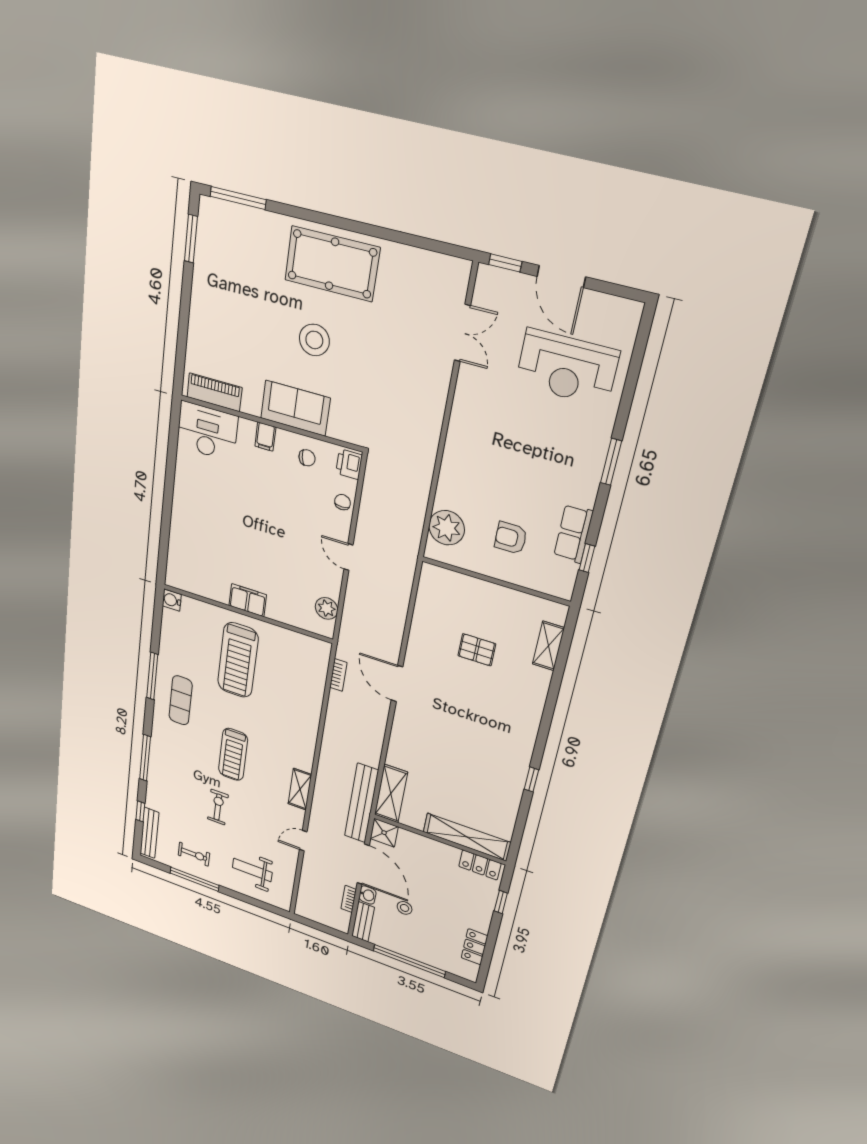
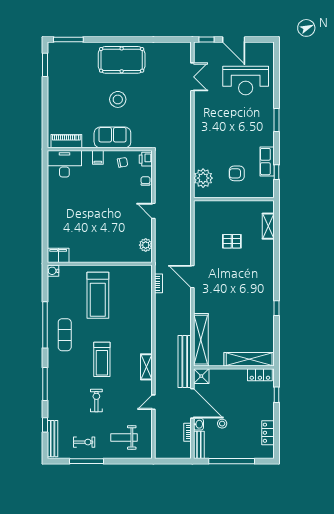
filing cabinet: (248, 600) -> (58, 255), moved
window: (152, 676) -> (45, 325), width x1.46
shelving: (391, 794) -> (201, 340), width x1.47

